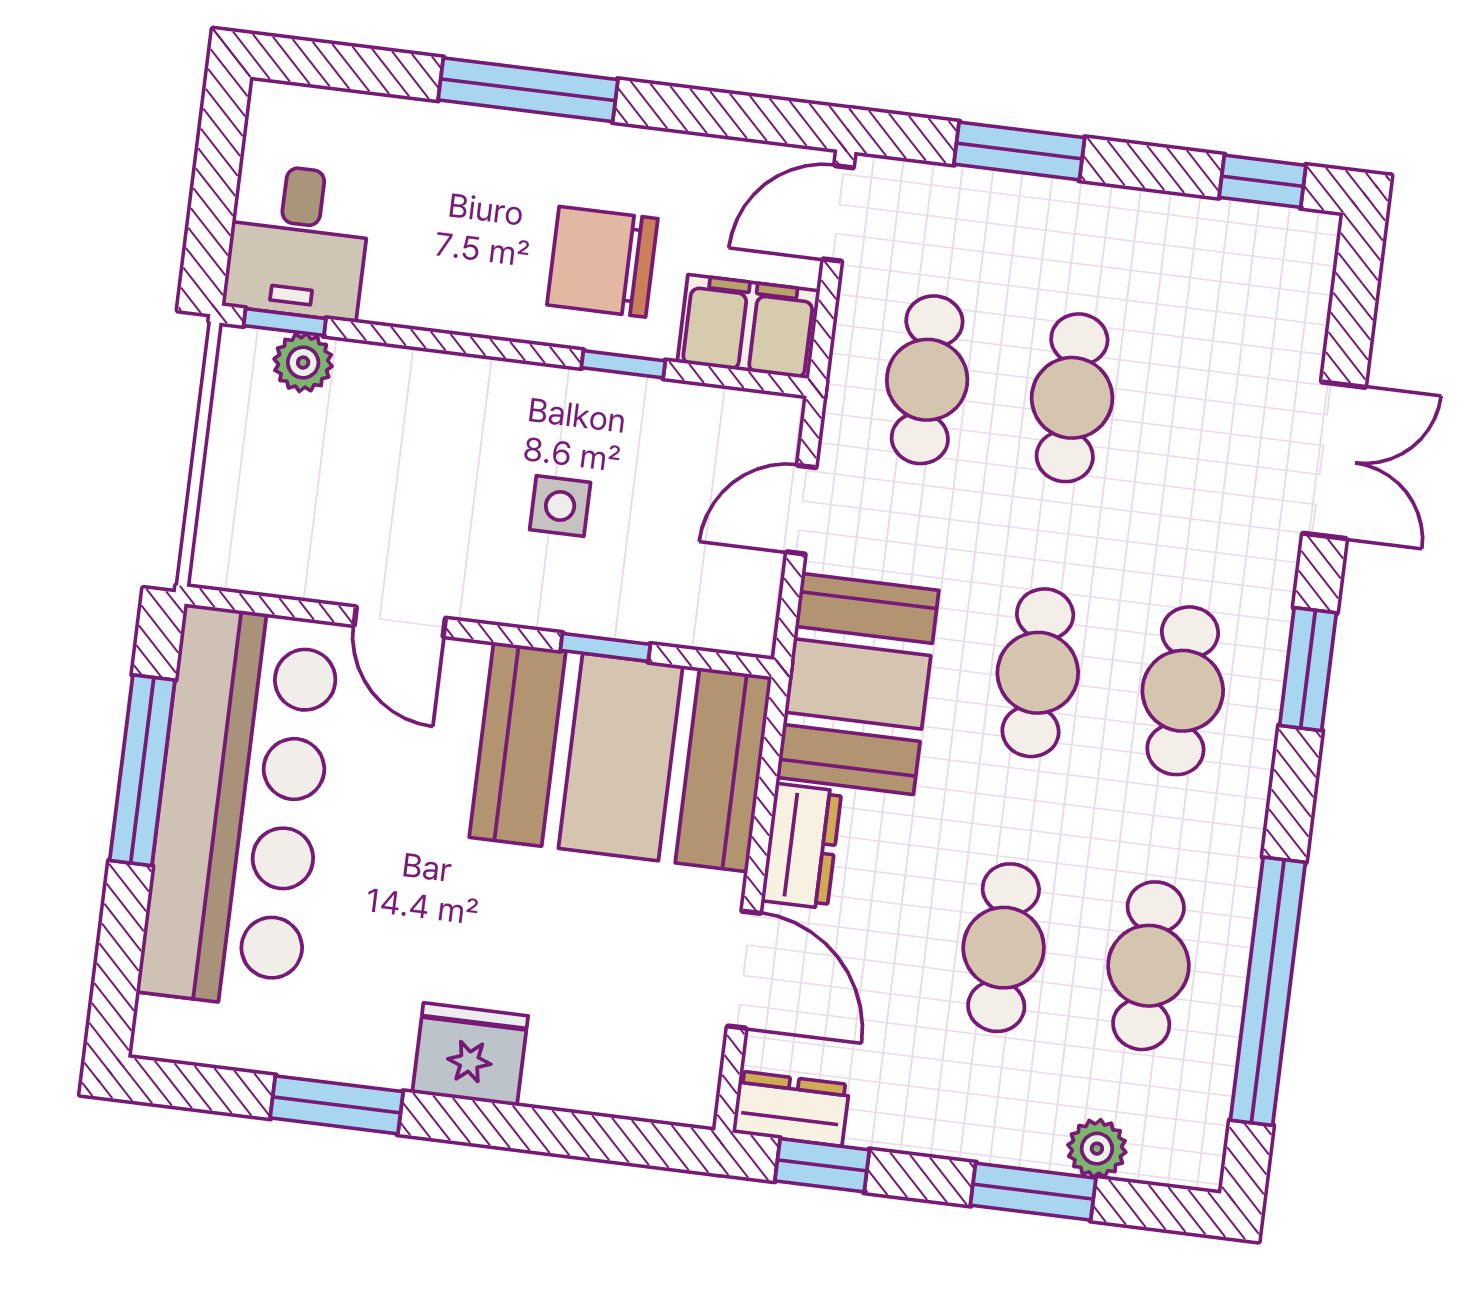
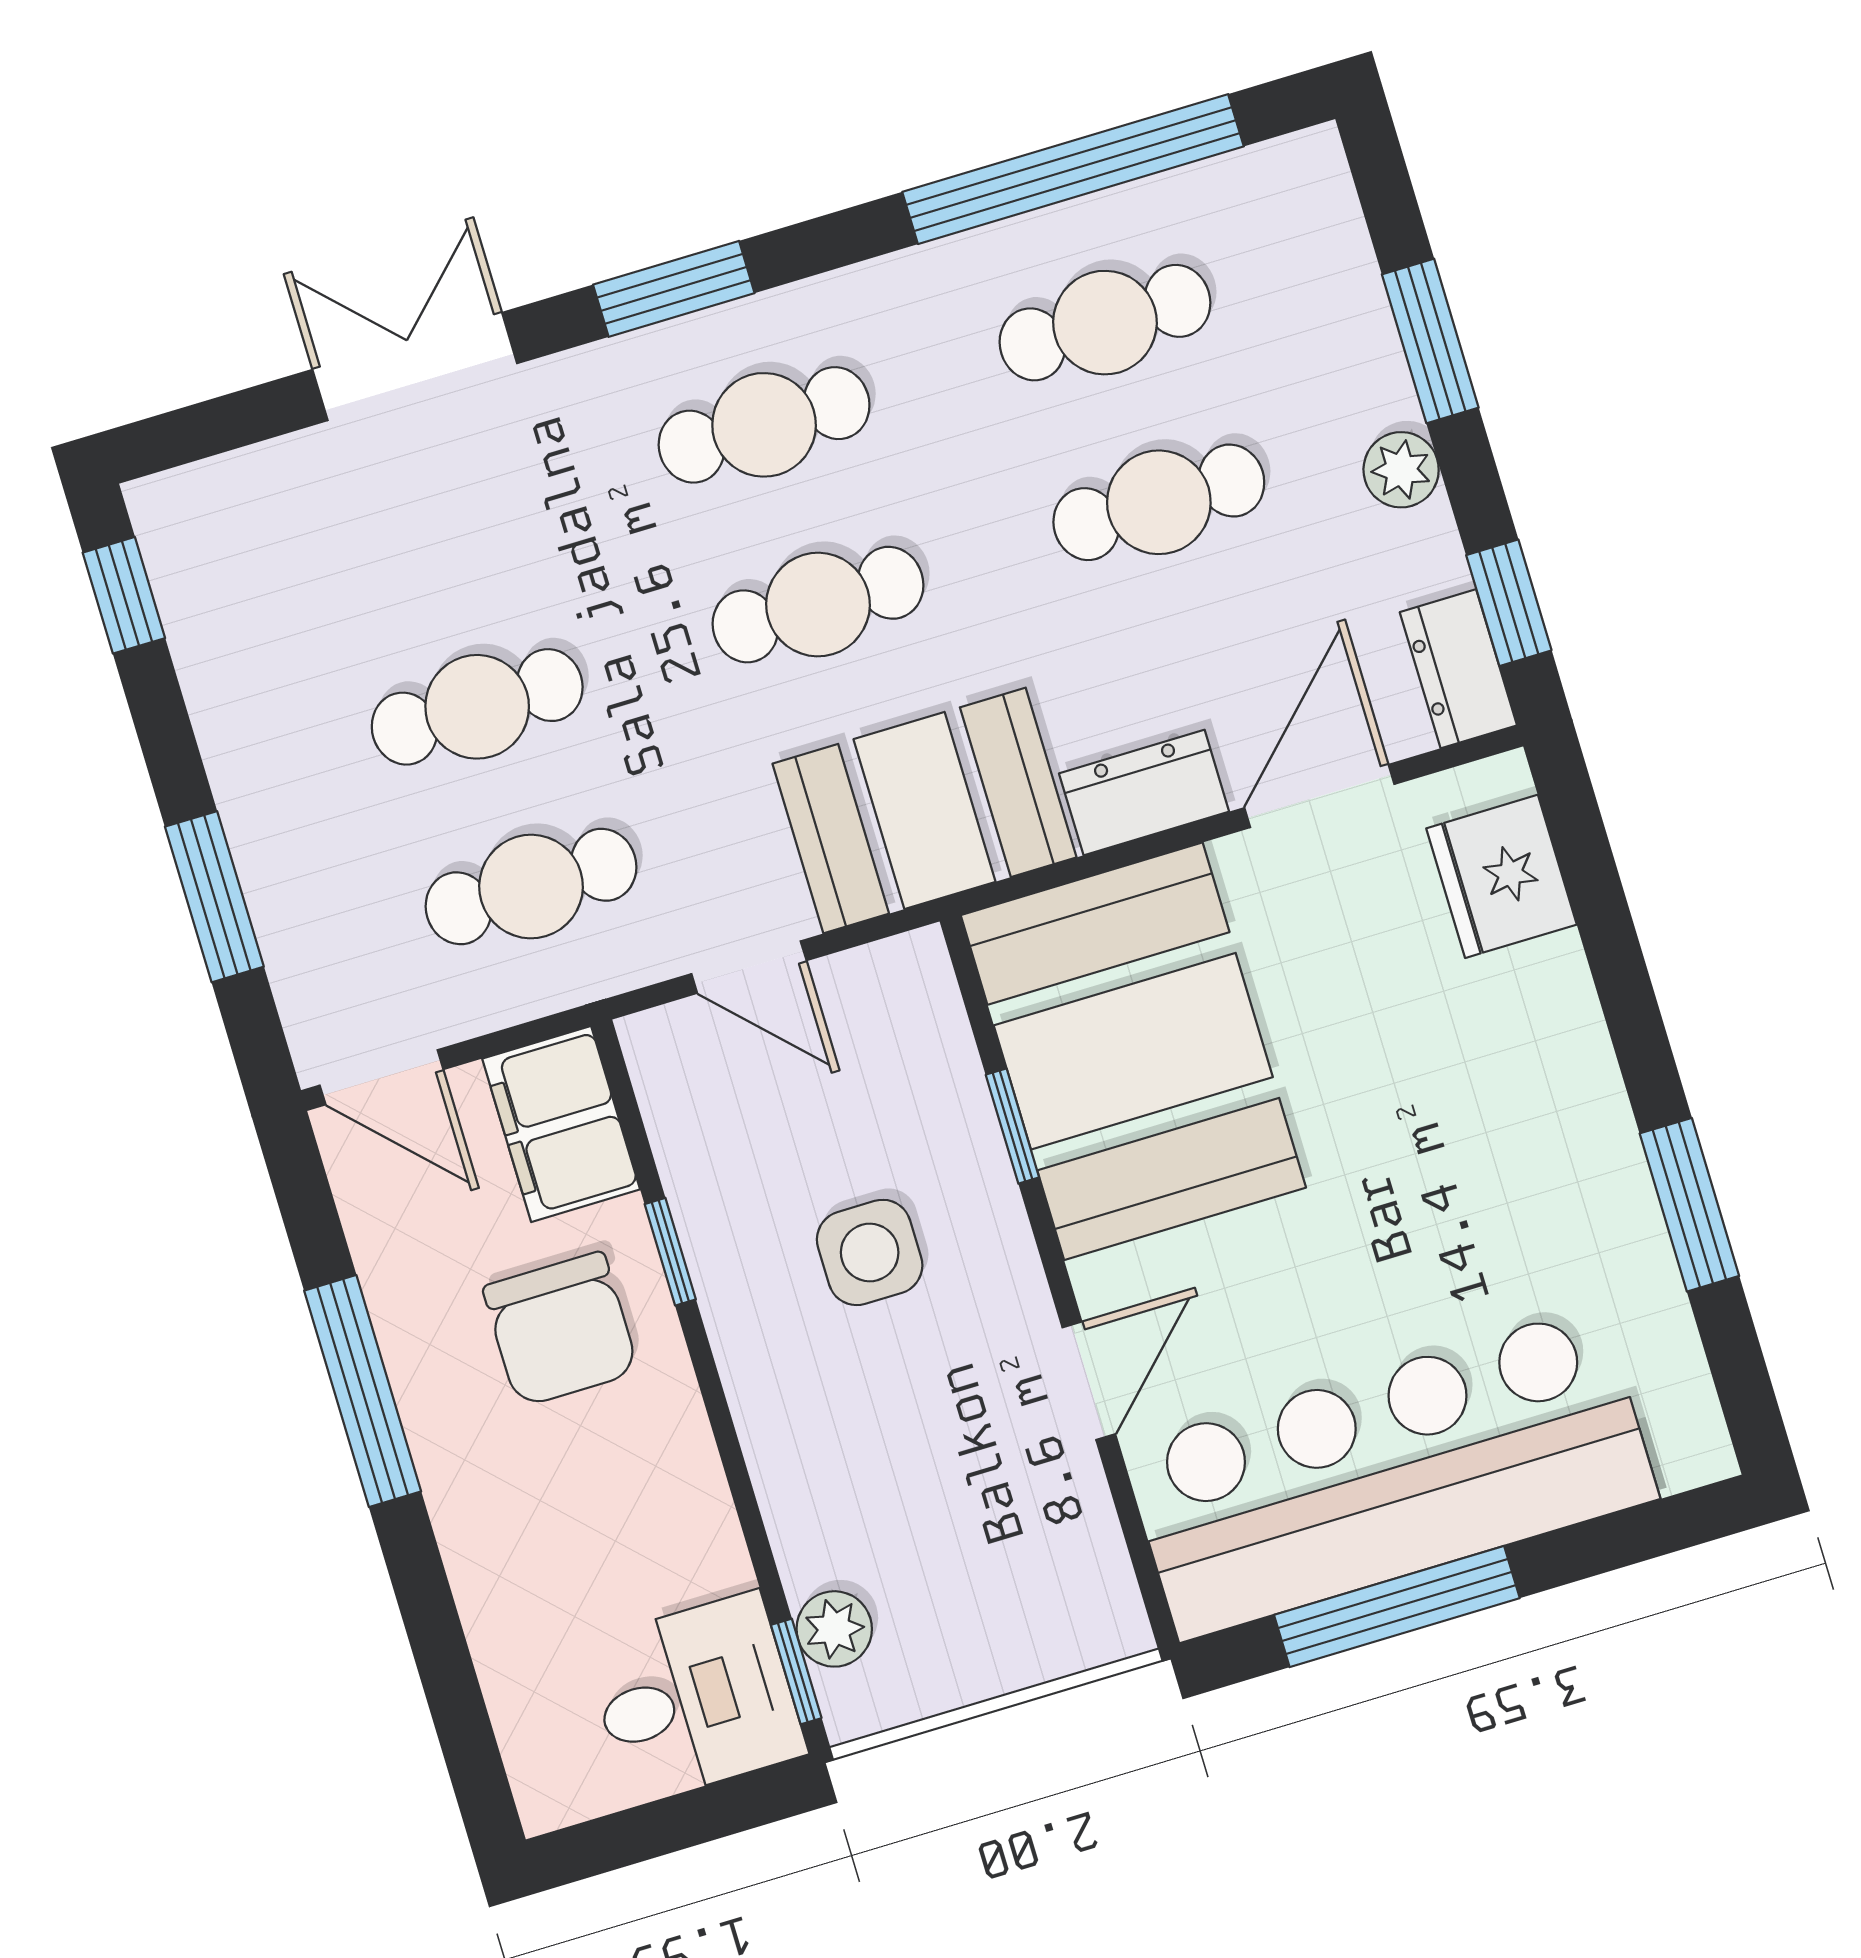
window: (528, 90) -> (363, 1391), moved
side table: (560, 506) -> (870, 1252), width x1.37, depth x1.37
fridge: (470, 1054) -> (1501, 876), moved
plant: (1097, 1149) -> (1401, 470), moved

